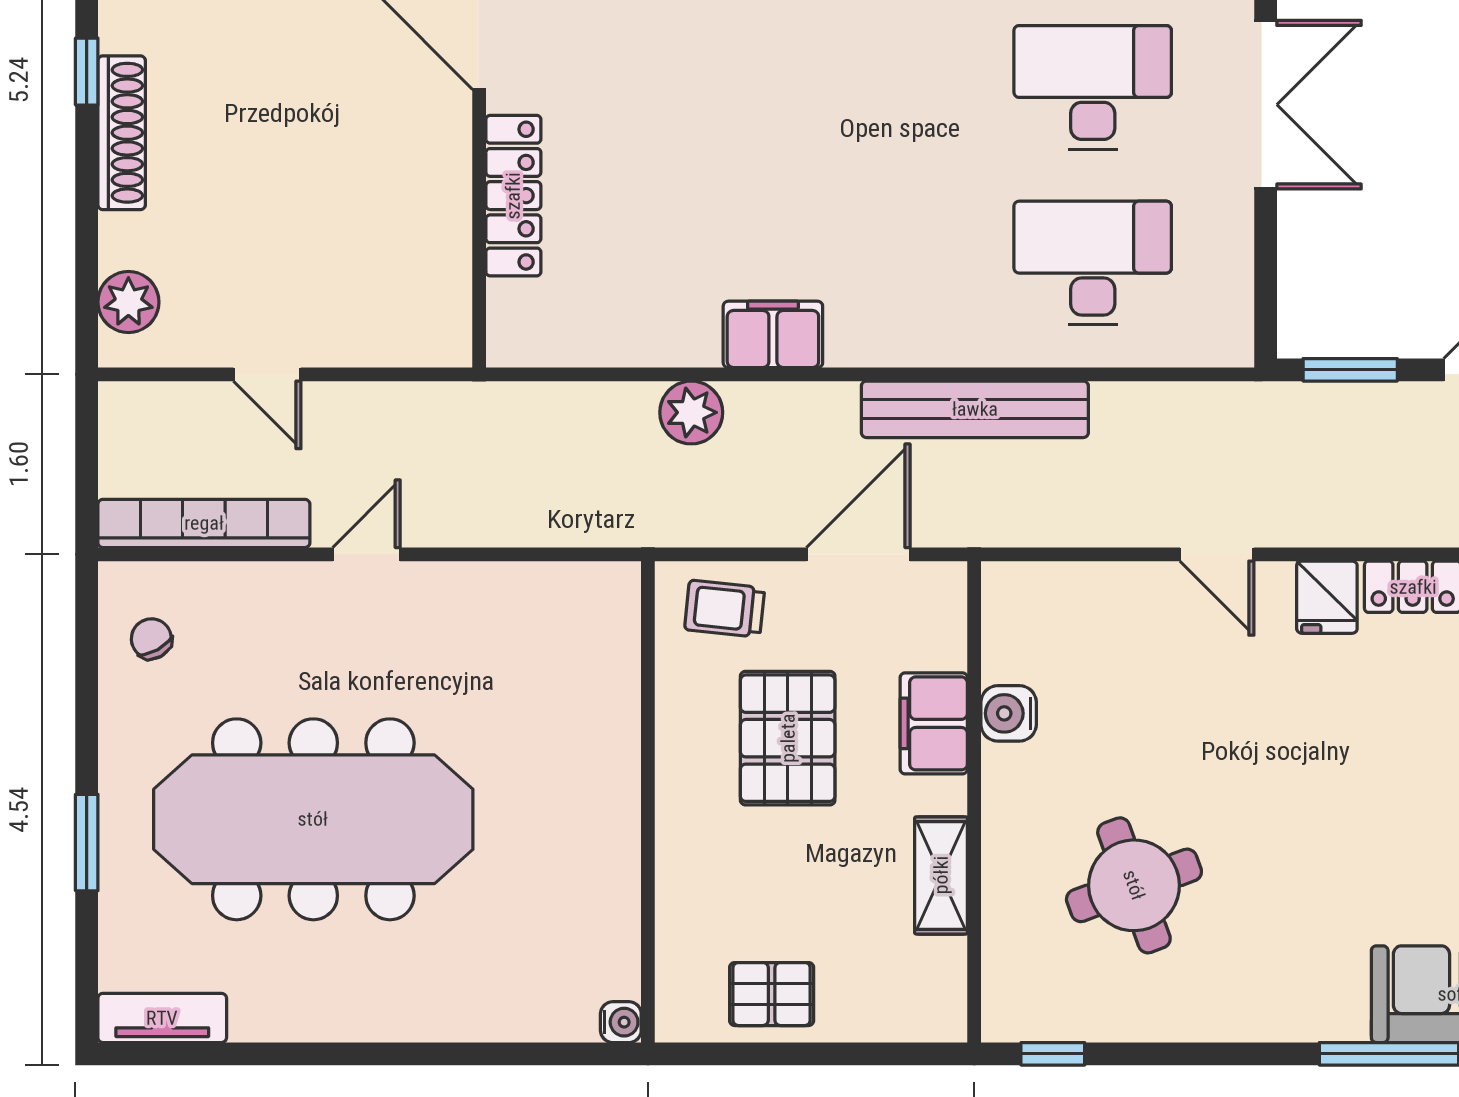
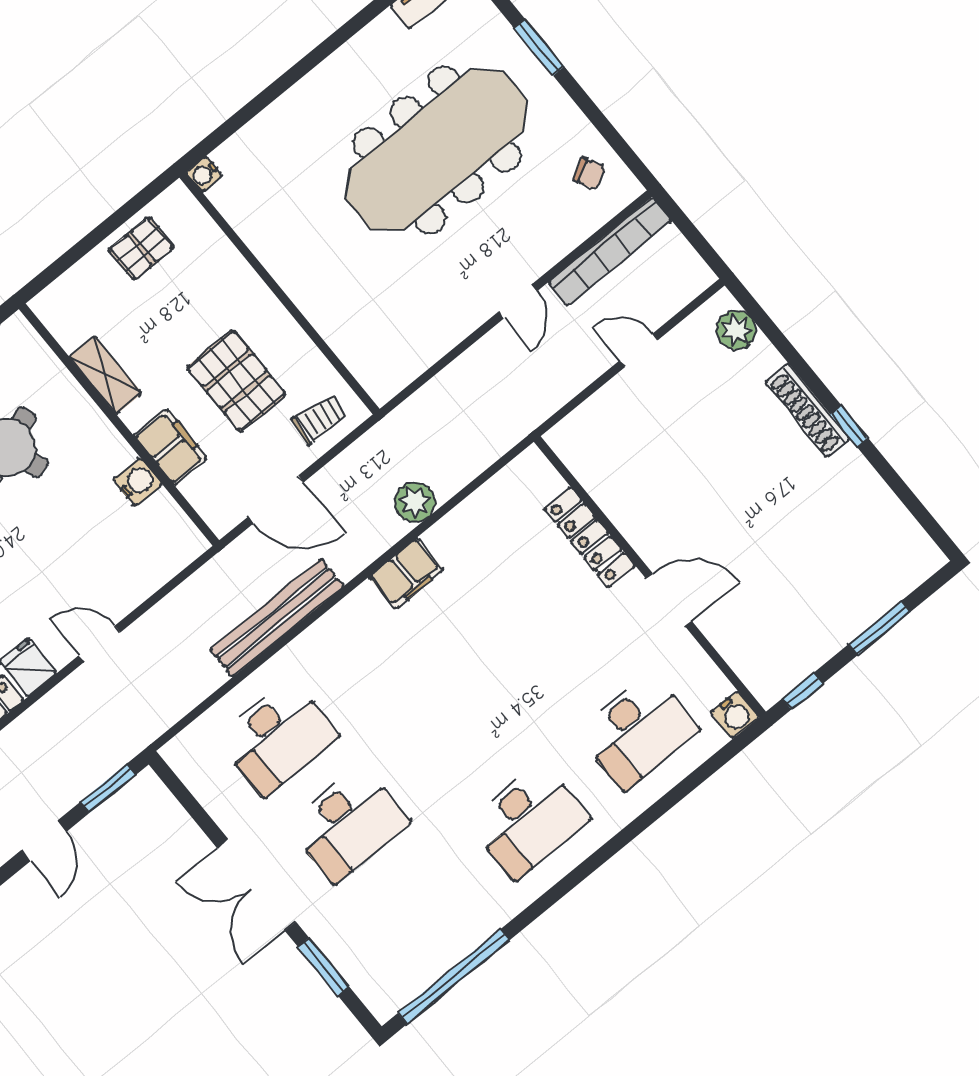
door: (858, 554) -> (276, 500), hinge flipped

